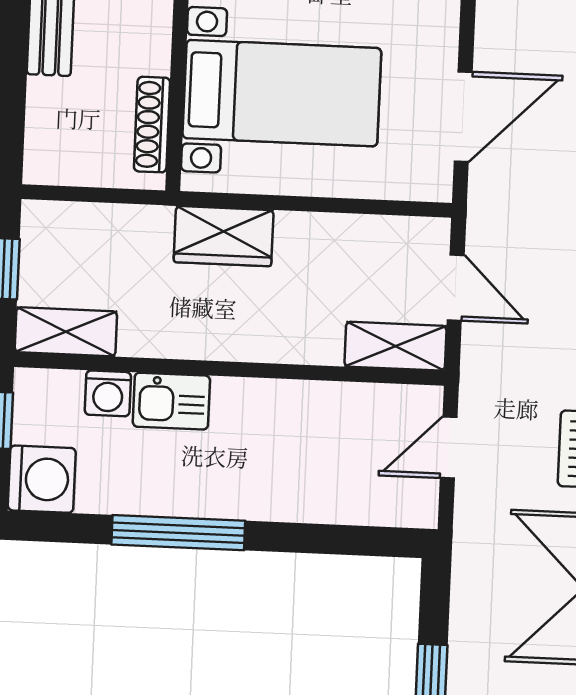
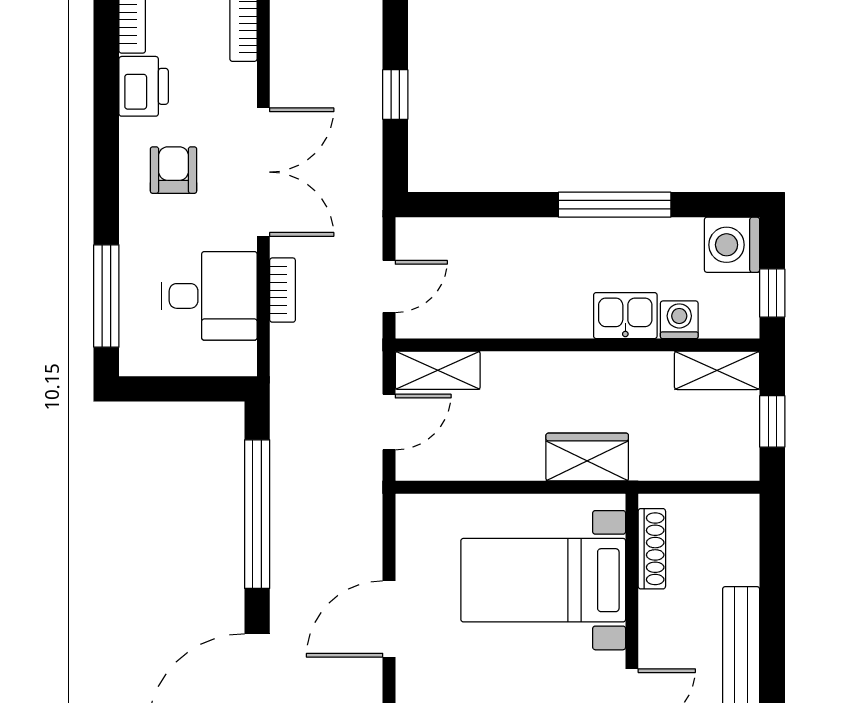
door: (463, 117) -> (389, 619), moved
door: (456, 288) -> (389, 422), swing flipped

